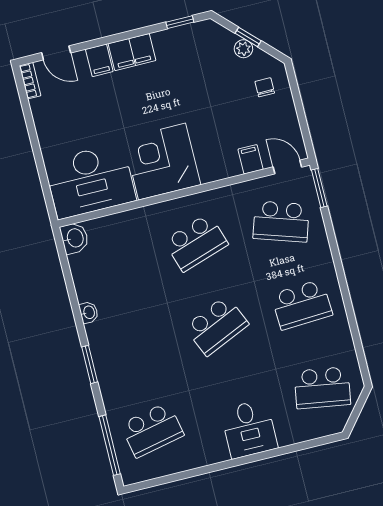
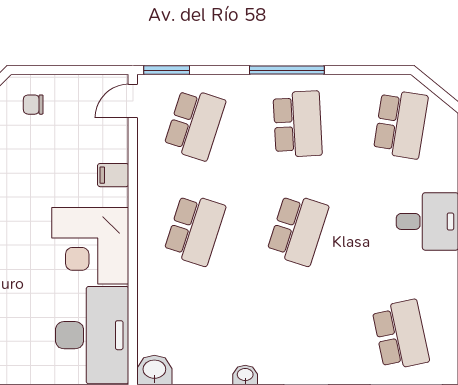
filing cabinet: (250, 159) -> (113, 175), moved
school desk: (196, 243) -> (195, 230), turned 36
window: (343, 285) -> (287, 70), added
school desk: (217, 326) -> (298, 230), turned 42

